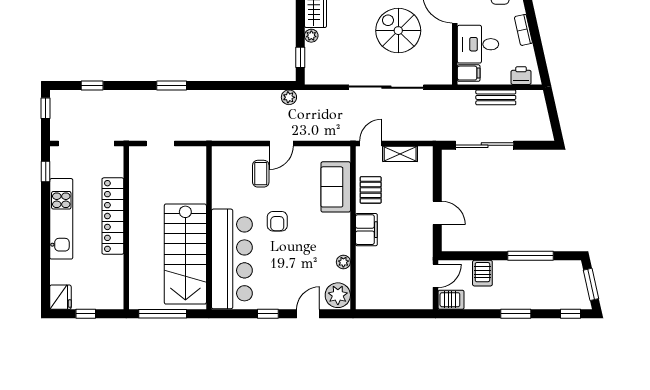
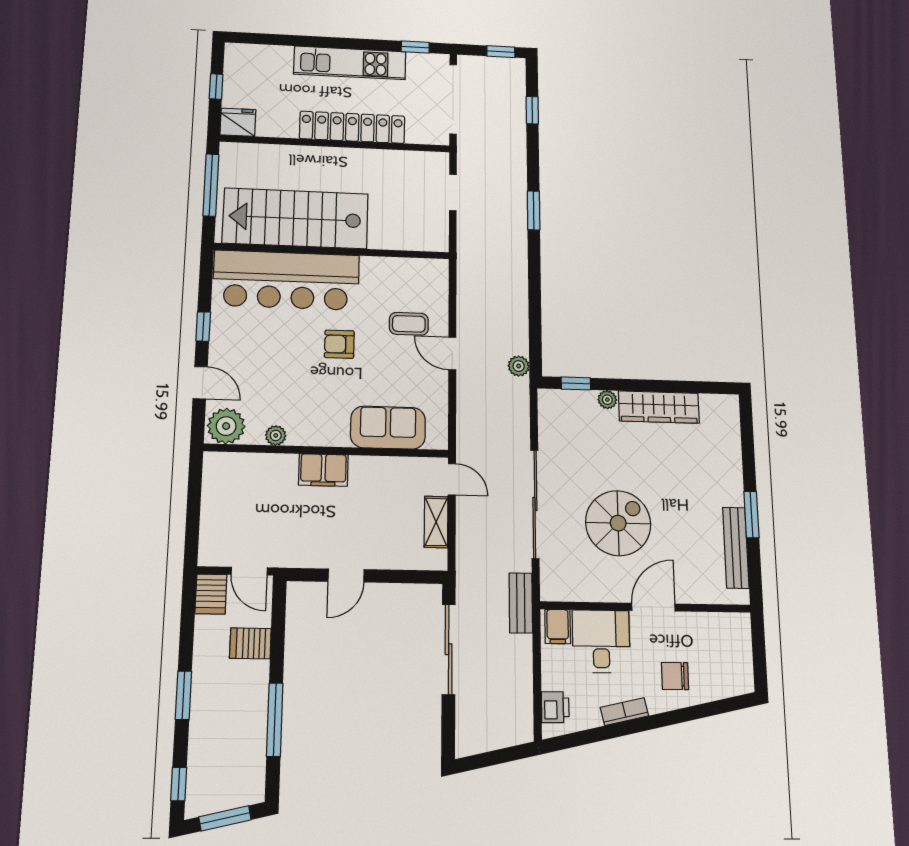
bench: (496, 97) -> (521, 603), moved
pallet: (371, 190) -> (383, 478), removed
fridge: (60, 297) -> (238, 122), moved, turned 180

